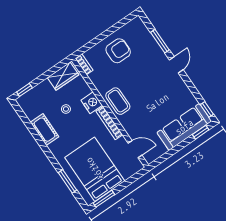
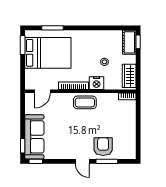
armchair: (118, 51) -> (103, 147), moved, turned 180
cot: (44, 130) -> (129, 42), moved, turned 90

